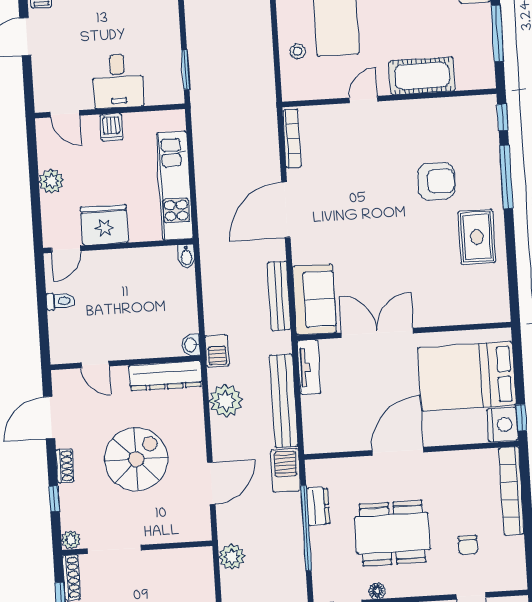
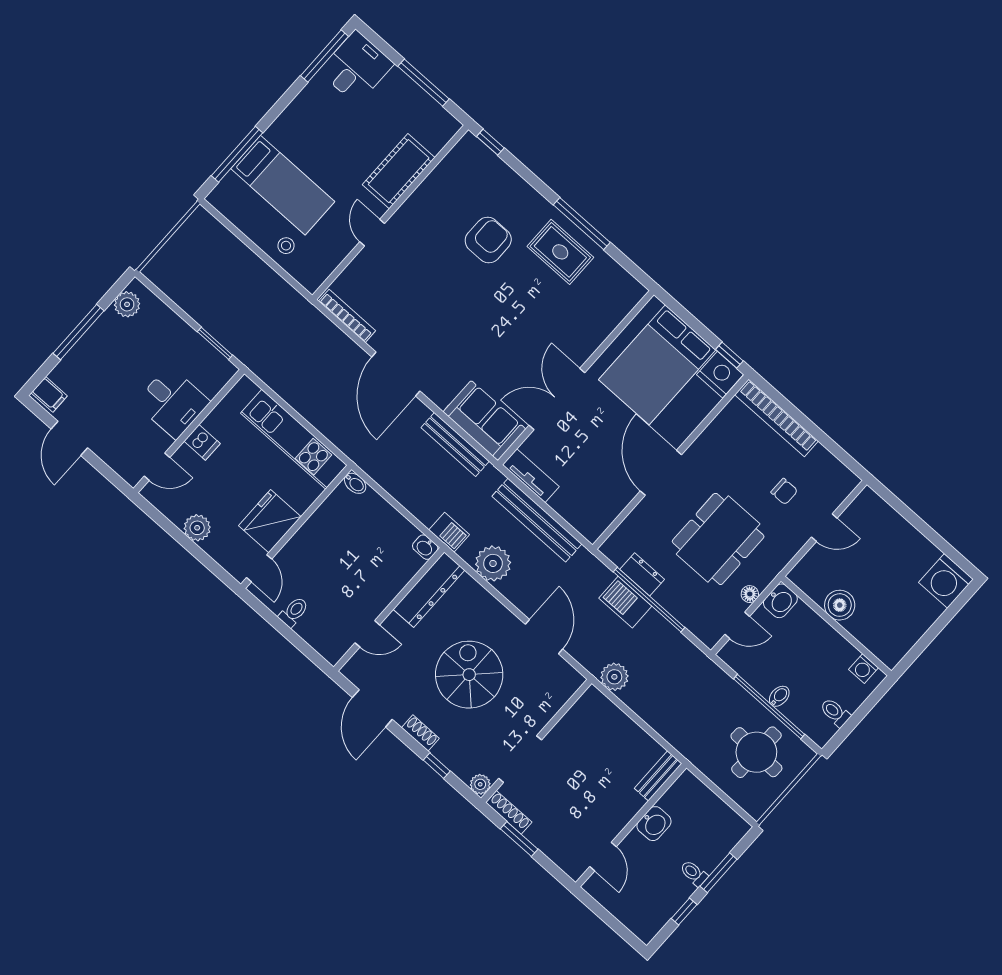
window: (506, 177) -> (582, 224), moved
barbecue: (286, 470) -> (625, 602), moved

